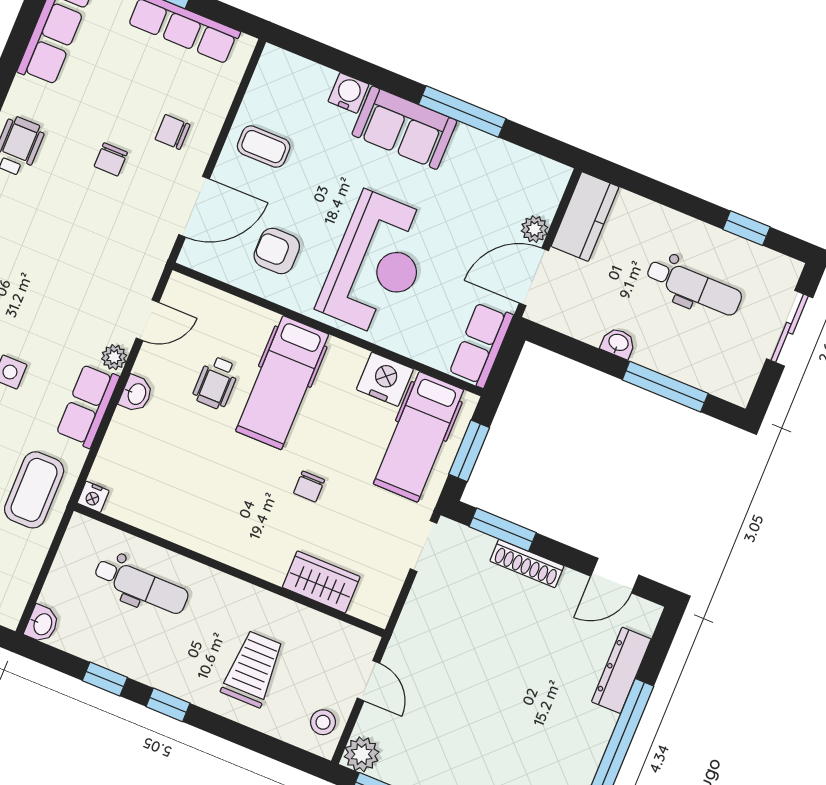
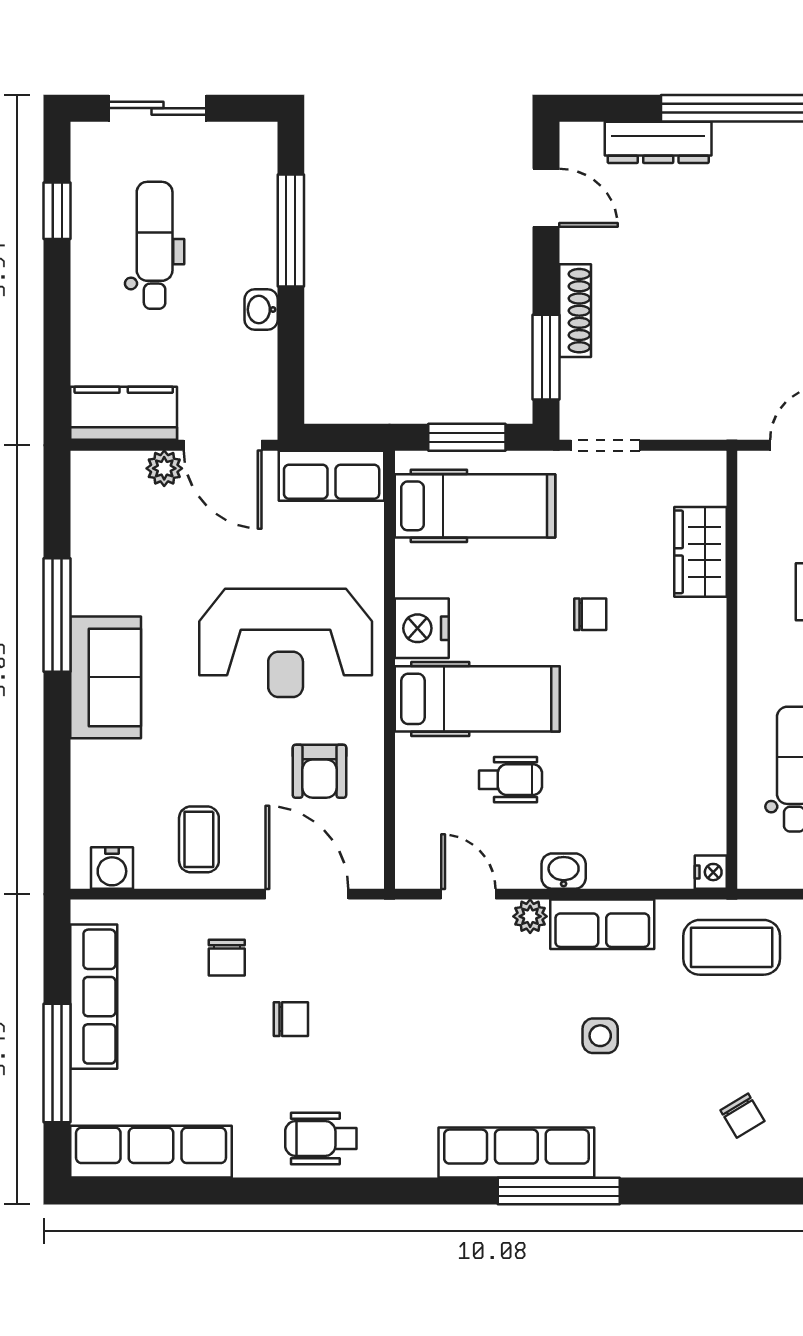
water cooler: (348, 93) -> (112, 868), moved, turned -90
reception desk: (377, 264) -> (286, 643), turned 180
nightstand: (385, 379) -> (422, 628), moved

